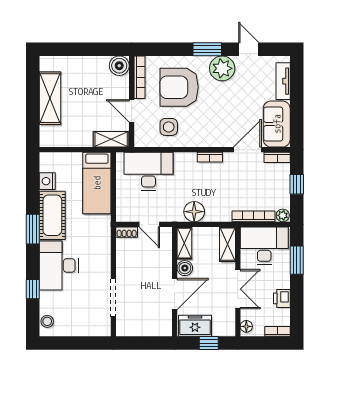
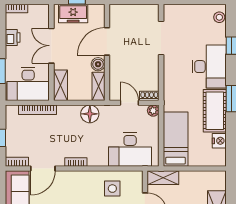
plant: (283, 215) -> (153, 111), moved
freezer: (195, 326) -> (73, 13), moved
floor lamp: (246, 326) -> (44, 13), removed

